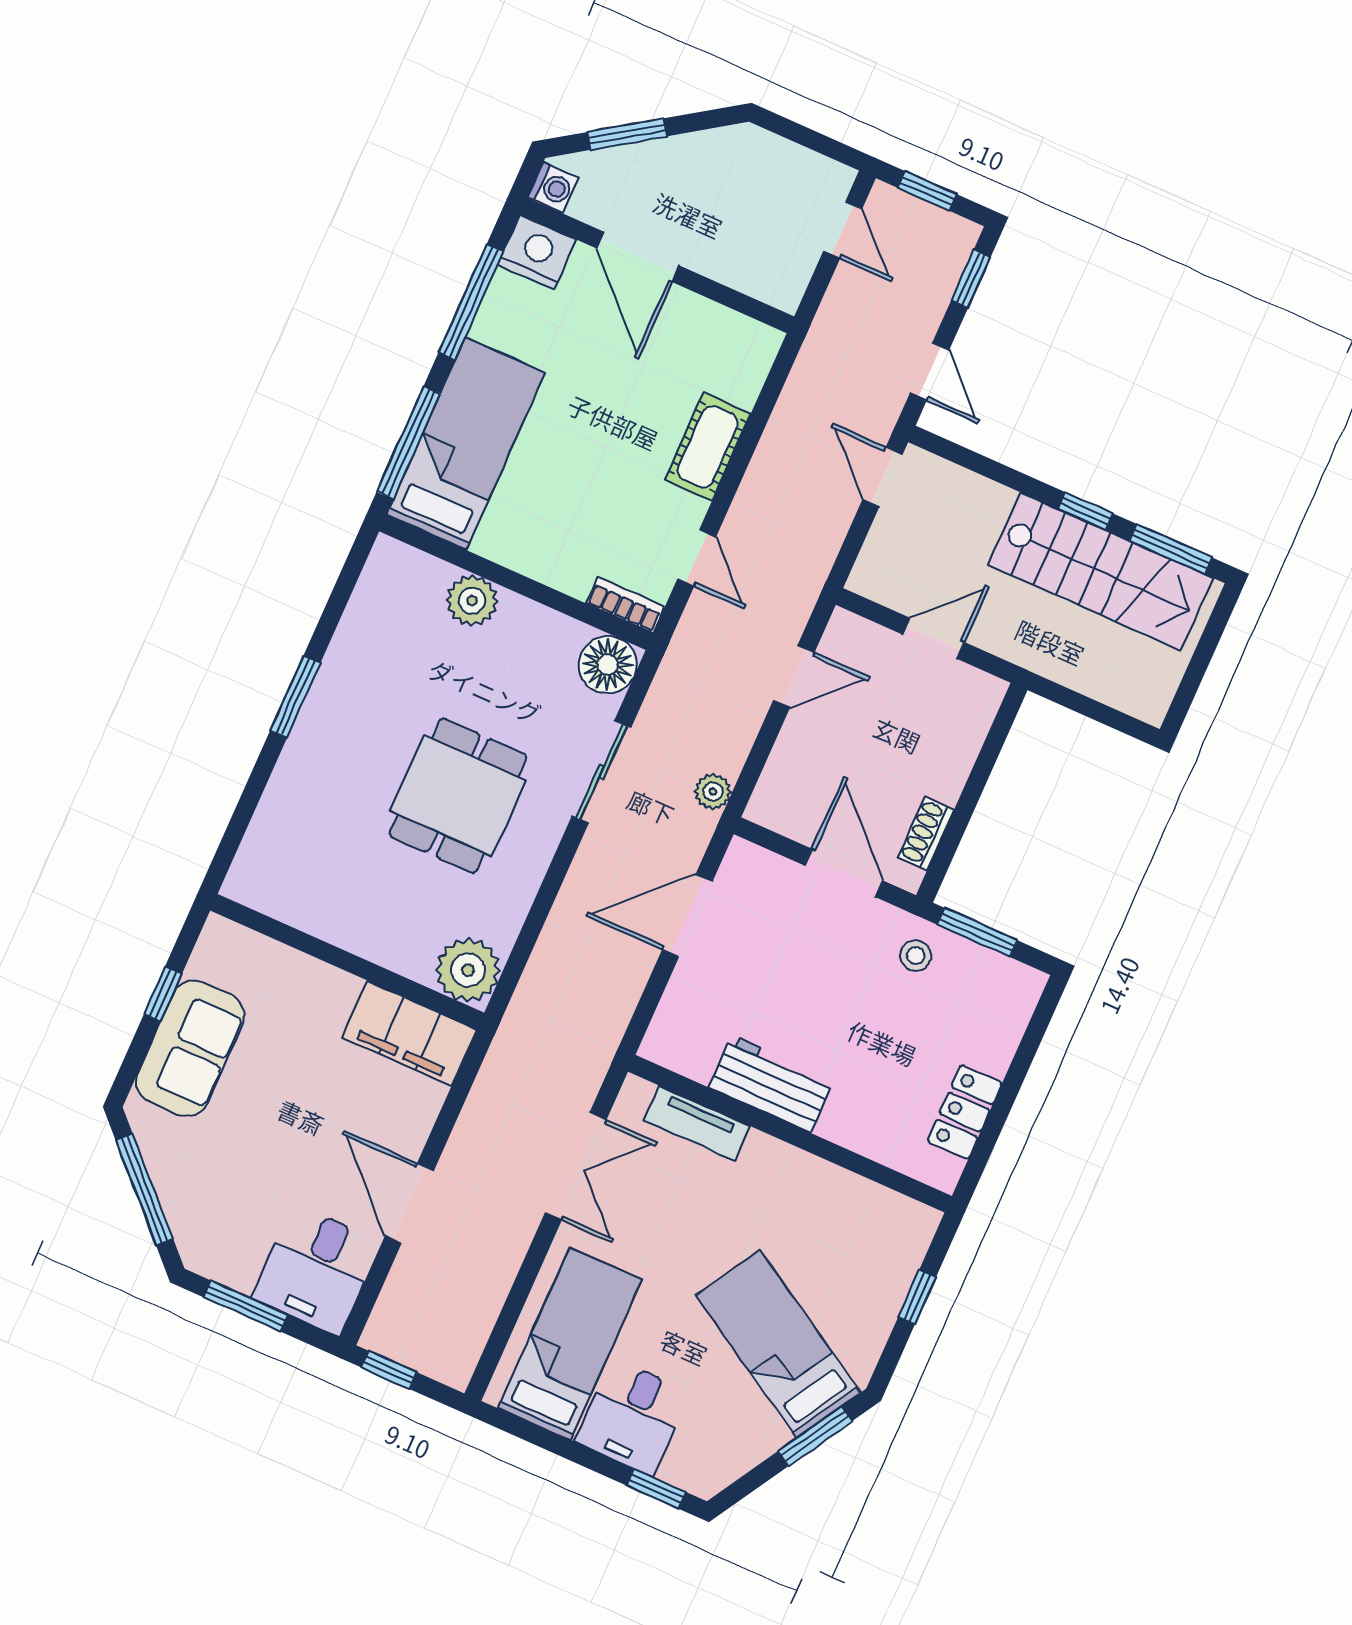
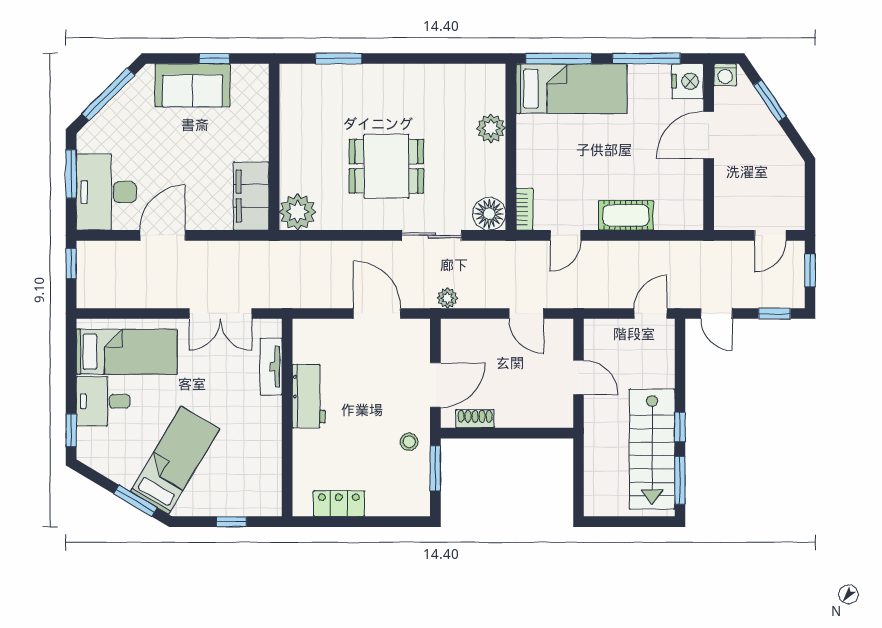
door: (929, 372) -> (716, 313), hinge flipped
window: (295, 696) -> (339, 59), moved
desk: (316, 1270) -> (106, 192), width x1.37

